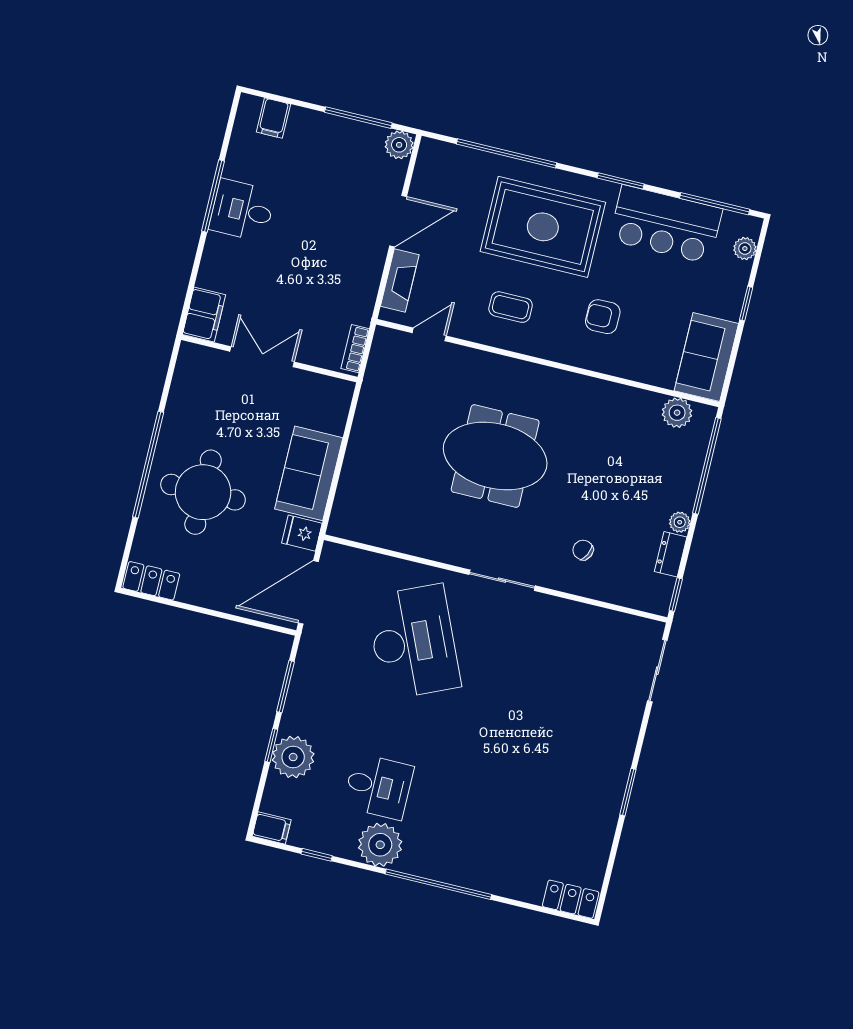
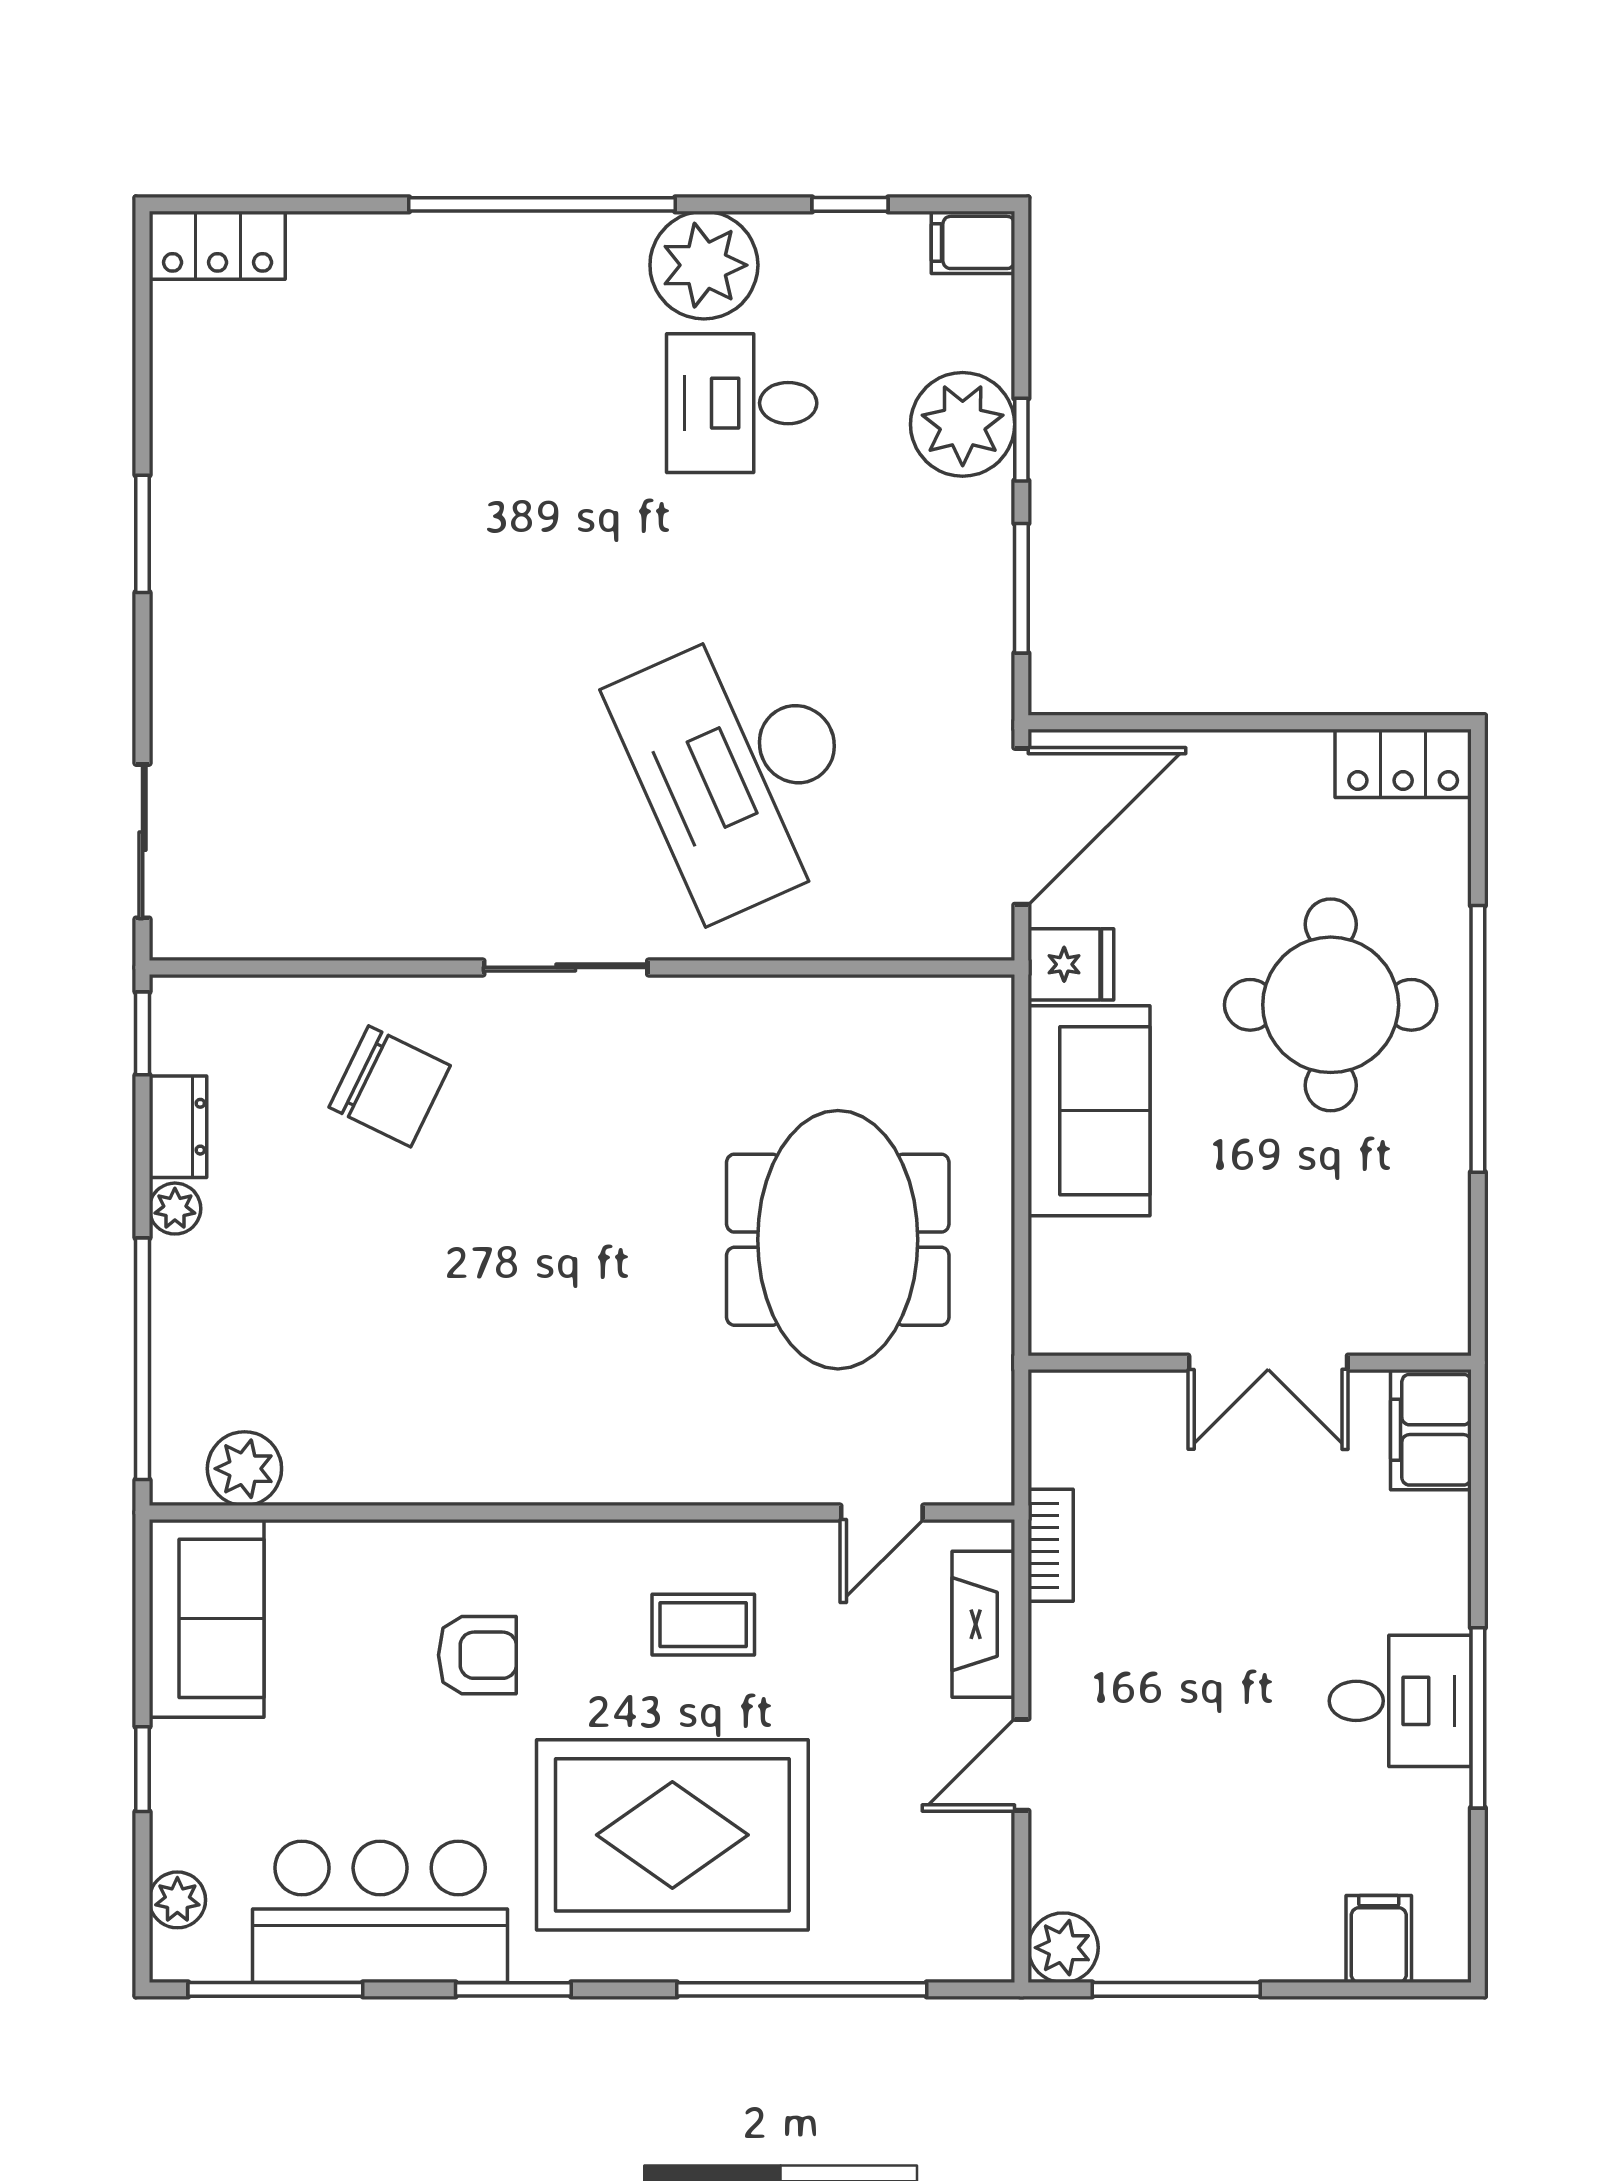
door: (398, 221) -> (1021, 1765), width x0.73
bookcase: (355, 349) -> (1051, 1545), moved
meeting table: (495, 456) -> (838, 1240), moved, turned 90
chair: (583, 550) -> (390, 1086), width x1.87, depth x1.87

